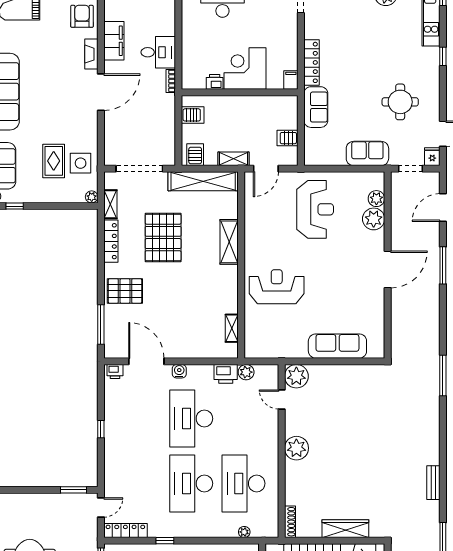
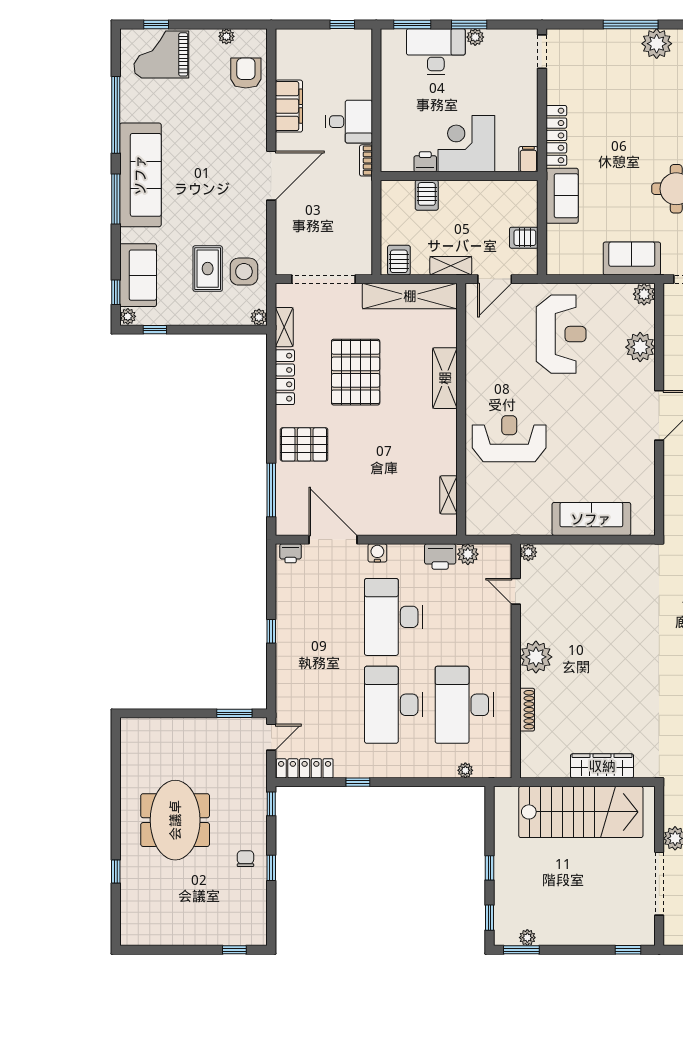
fireplace: (91, 54) -> (259, 124), removed
server rack: (193, 115) -> (427, 195), moved, turned 90
plant: (376, 199) -> (644, 294), moved
plant: (296, 376) -> (528, 552), width x0.53, depth x0.53
shoe rack: (290, 522) -> (527, 710), moved

